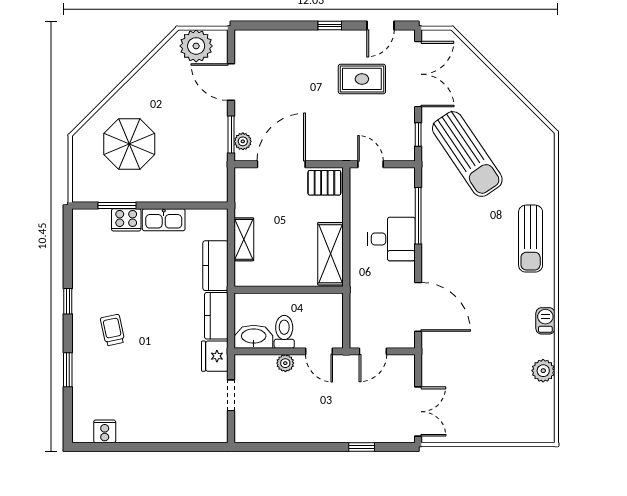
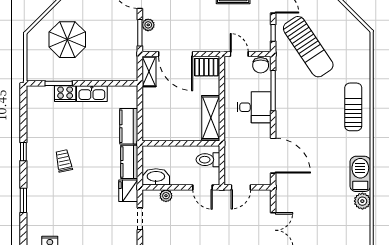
plant: (243, 141) -> (148, 25), moved
door: (281, 164) -> (176, 54), swing flipped
chair: (401, 180) -> (261, 65), added
shelving: (244, 239) -> (149, 72), moved
sun lounger: (531, 239) -> (353, 107), turned 180
barbecue: (545, 321) -> (360, 174), width x1.88, depth x1.53
trolley: (113, 330) -> (64, 161), moved
toilet: (284, 332) -> (208, 160), moved, turned -90
plant: (285, 363) -> (166, 196), moved

